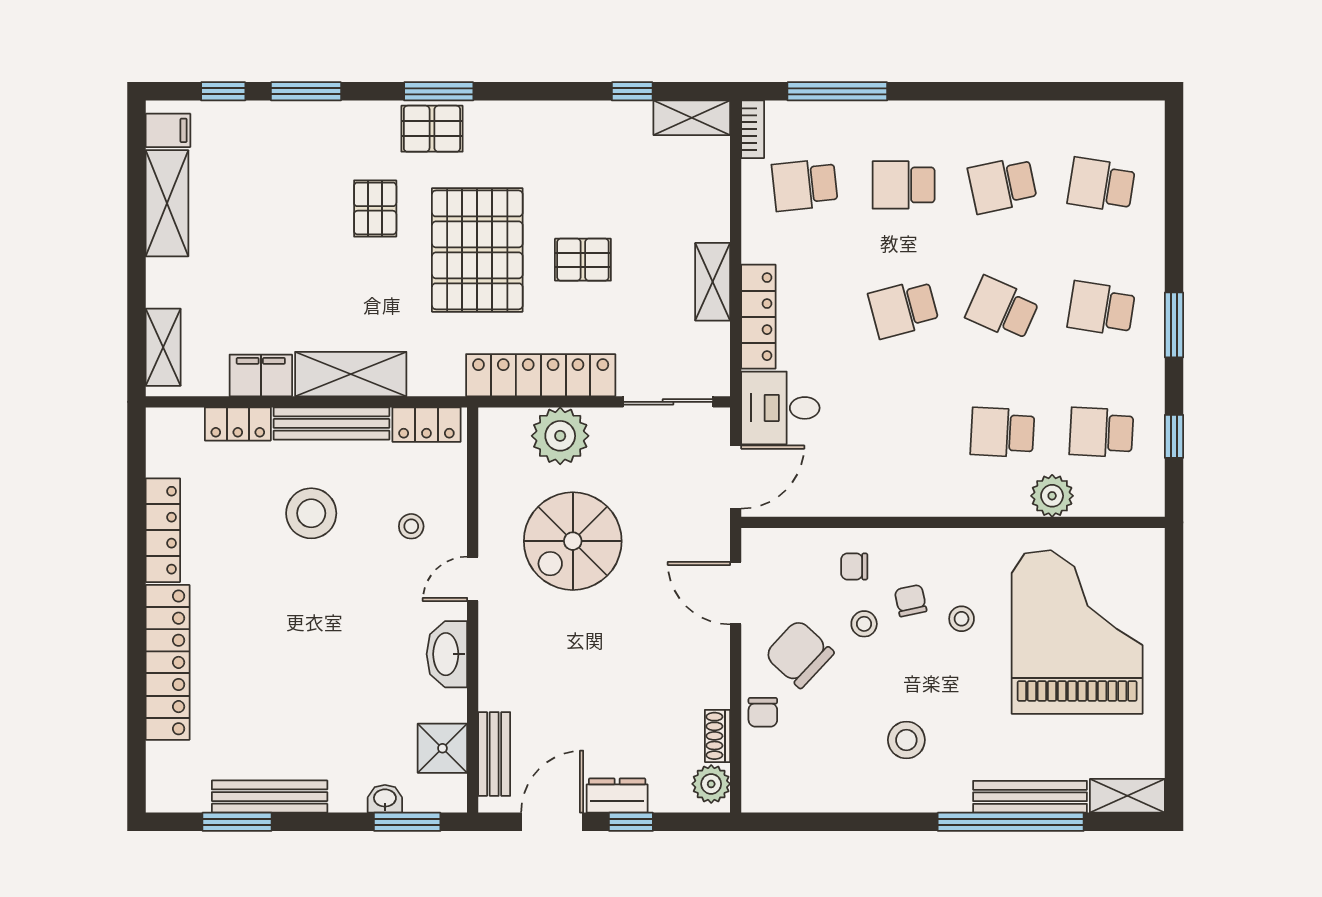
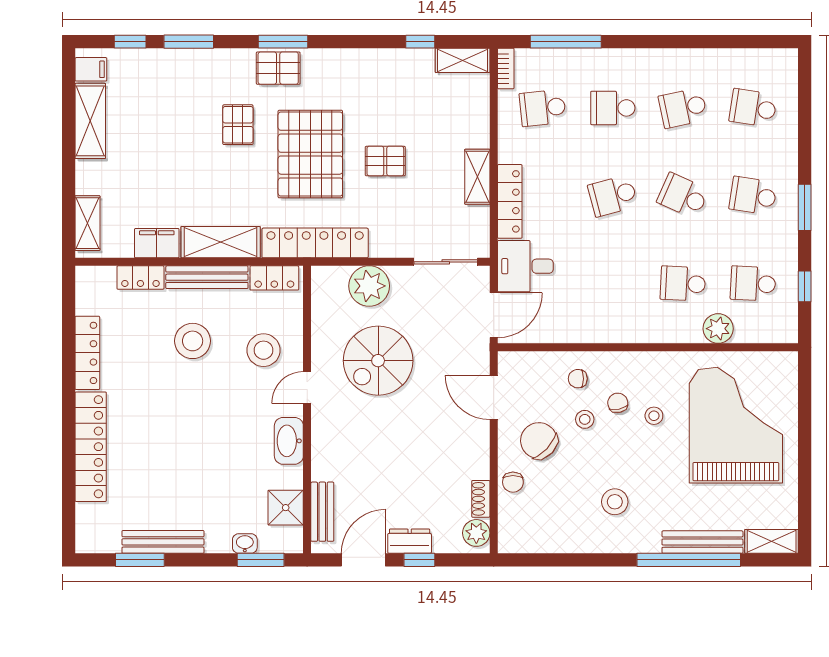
locker: (541, 375) -> (315, 243), moved
stool: (411, 526) -> (263, 350), width x1.89, depth x1.89

